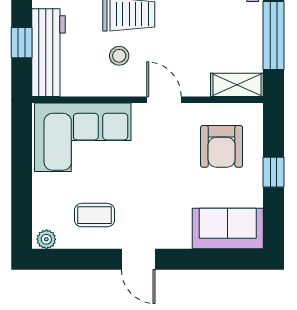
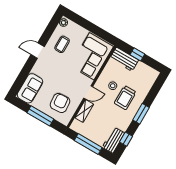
workbench: (49, 53) -> (124, 59), width x0.73
shelving: (237, 85) -> (84, 111), moved
armchair: (222, 146) -> (60, 103), turned 85
window: (273, 172) -> (40, 116), width x2.17

